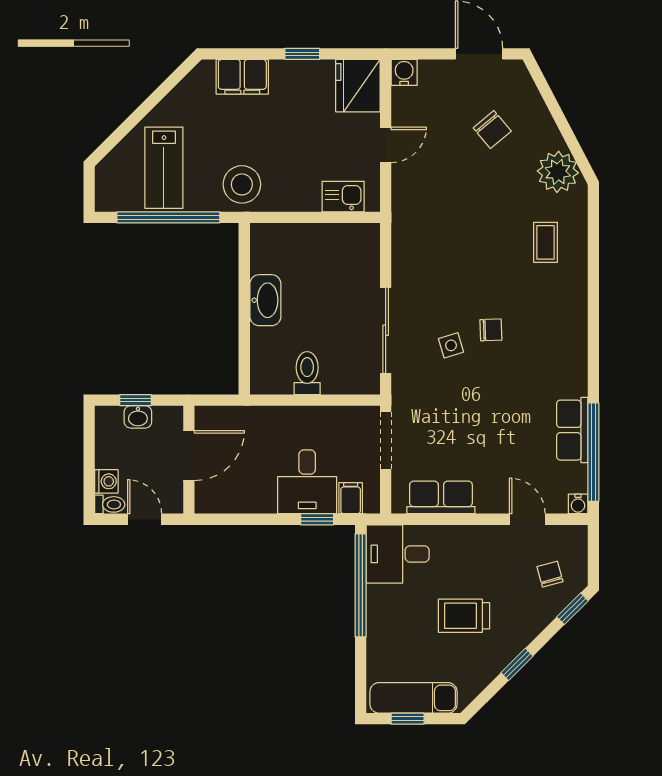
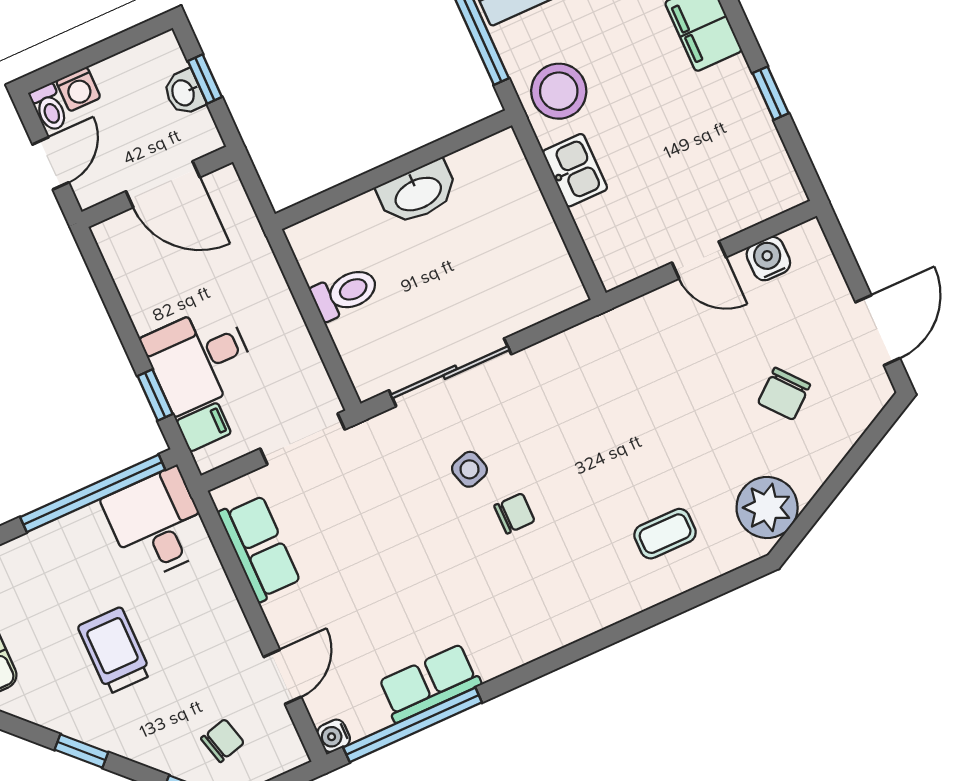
water cooler: (404, 72) -> (768, 259), moved, turned -90
fridge: (358, 86) -> (762, 187), removed
kitchen sink: (343, 197) -> (575, 170), moved
chair: (491, 330) -> (514, 513), turned -88

